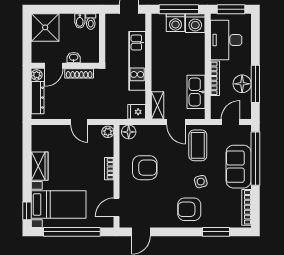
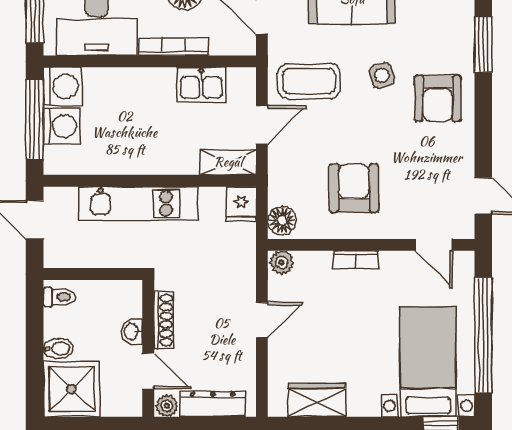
bidet: (80, 21) -> (58, 349), moved
kitchen sink: (196, 92) -> (201, 85), width x0.73
wardrobe: (40, 166) -> (317, 400), moved

